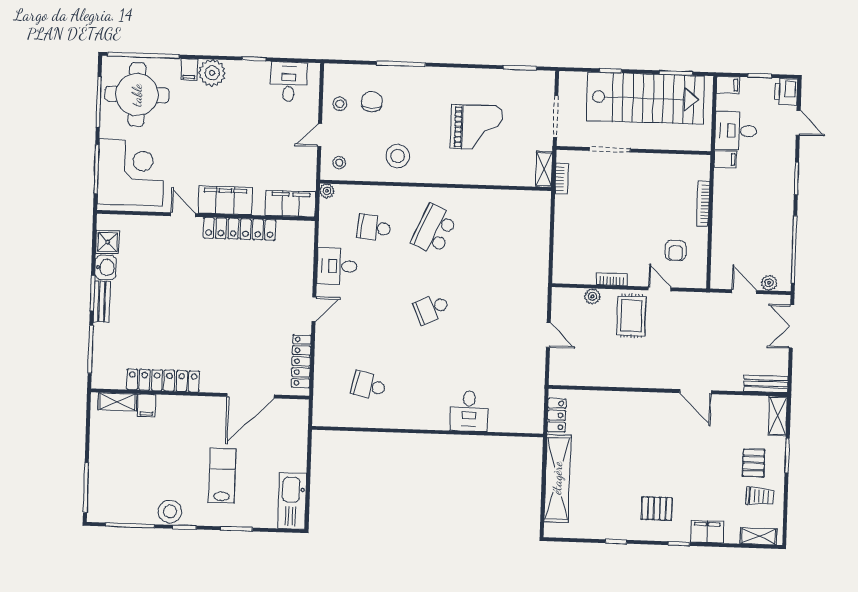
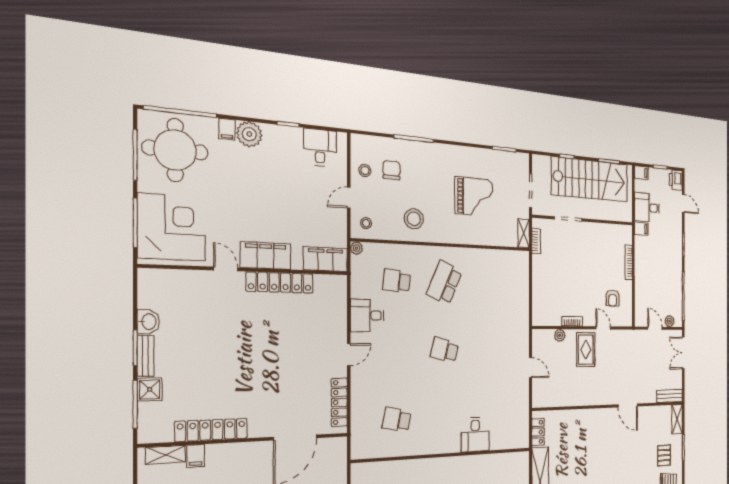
shower: (108, 242) -> (150, 389), moved
school desk: (432, 309) -> (444, 350), turned 39

